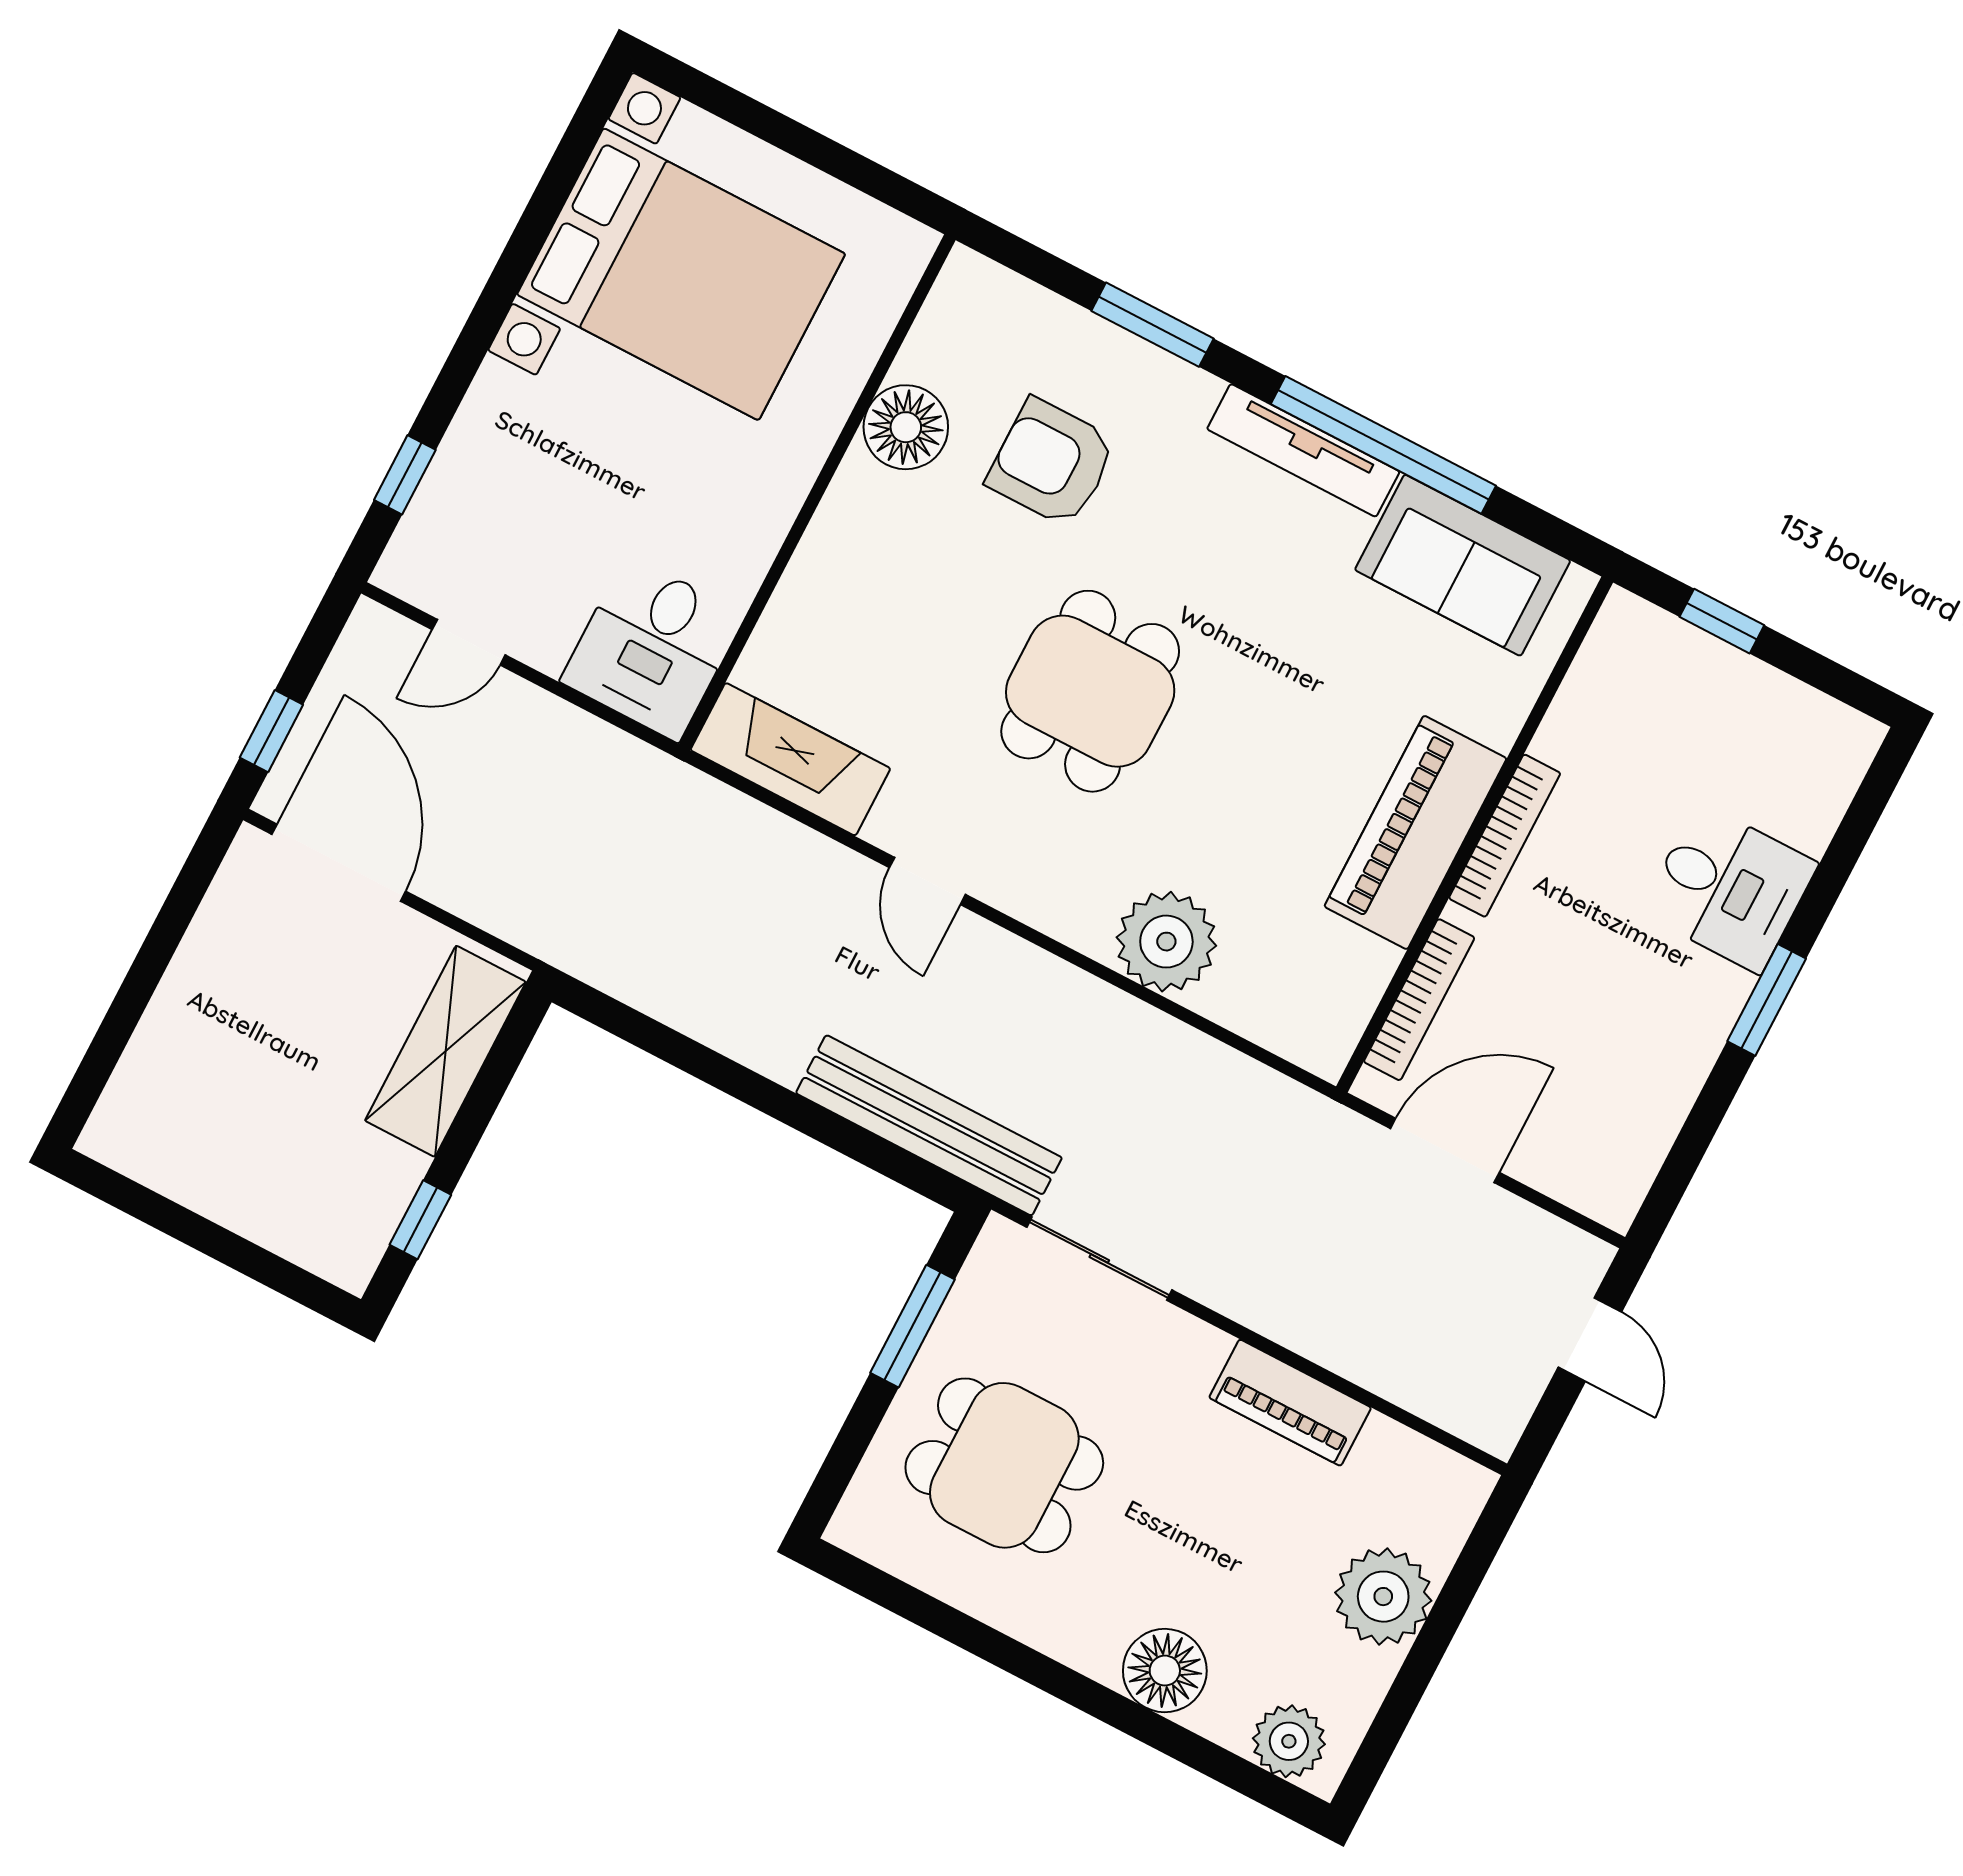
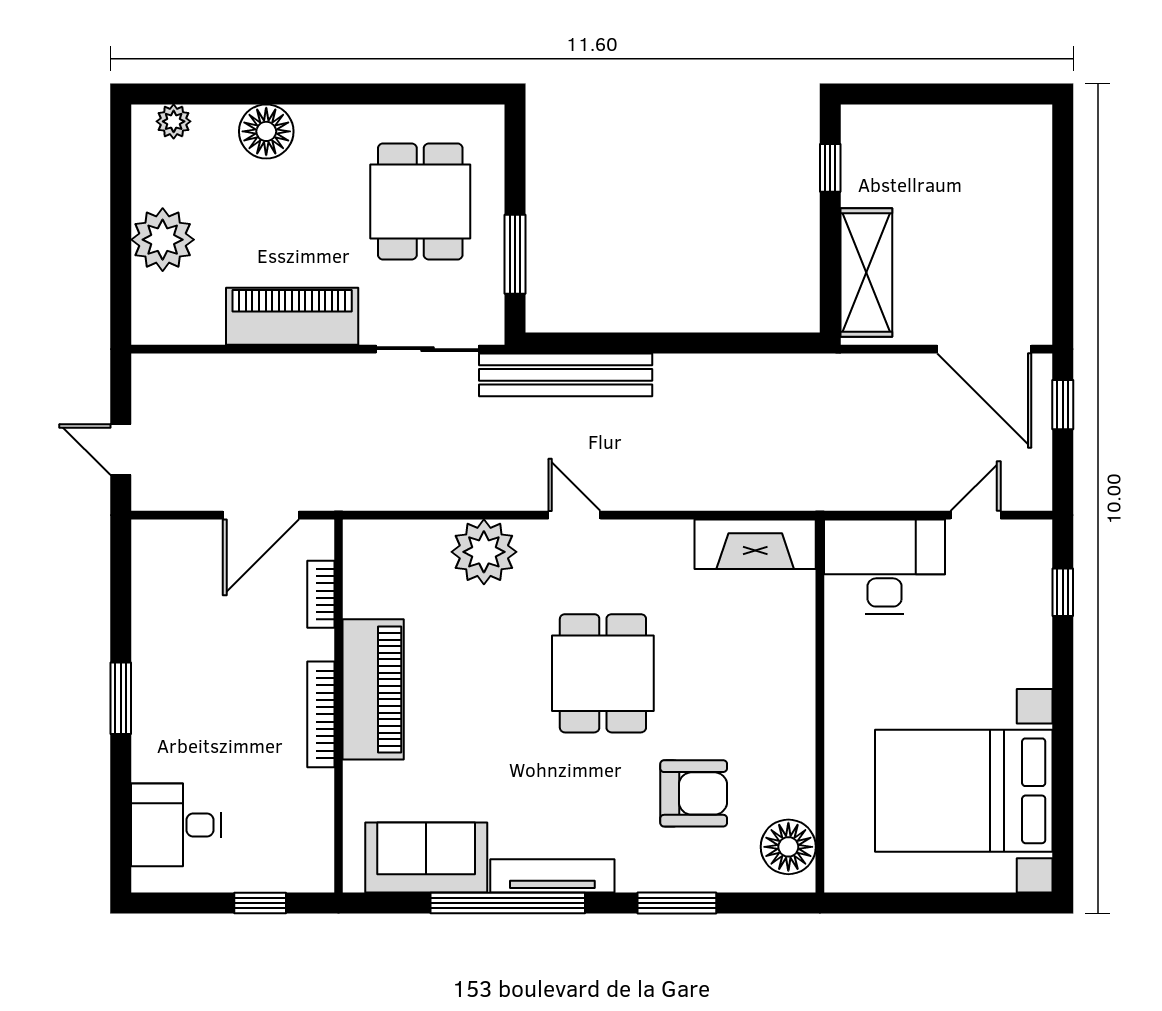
floor lamp: (906, 427) -> (788, 847), moved
desk: (652, 648) -> (885, 567), width x1.37
door: (927, 881) -> (574, 515), moved
desk: (1729, 888) -> (176, 825), moved
bookcase: (1419, 1000) -> (321, 594), width x0.64
piano: (1290, 1403) -> (292, 316), width x1.37, depth x1.33
dining table: (1004, 1465) -> (420, 202), turned 90
plant: (1289, 1741) -> (174, 121), width x0.73, depth x0.73

